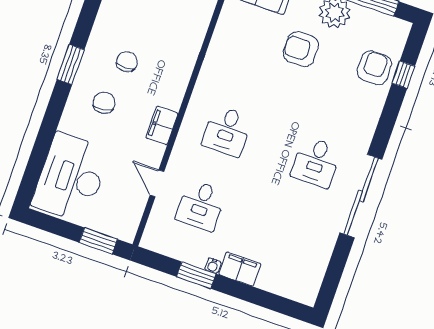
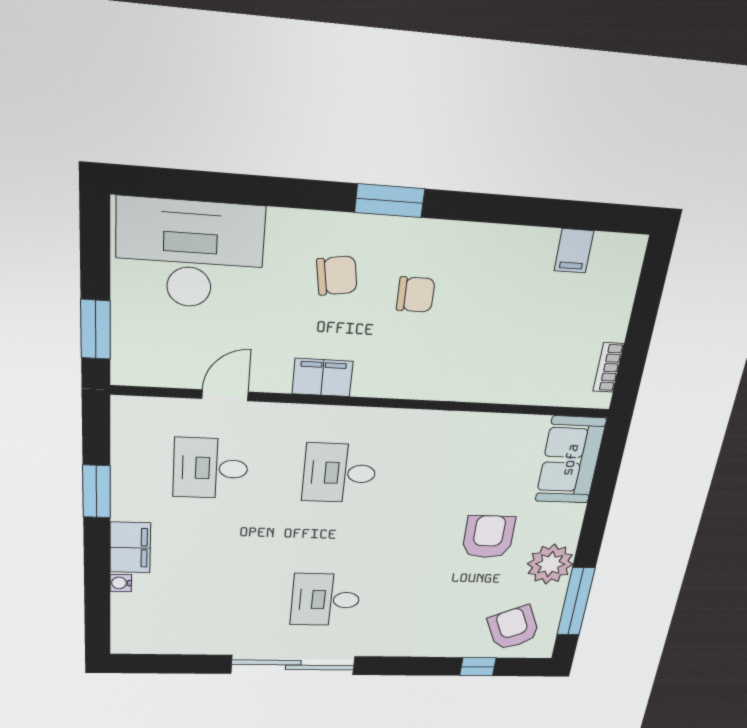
armchair: (374, 68) -> (513, 628), moved, turned -114
water cooler: (213, 266) -> (121, 583), moved

